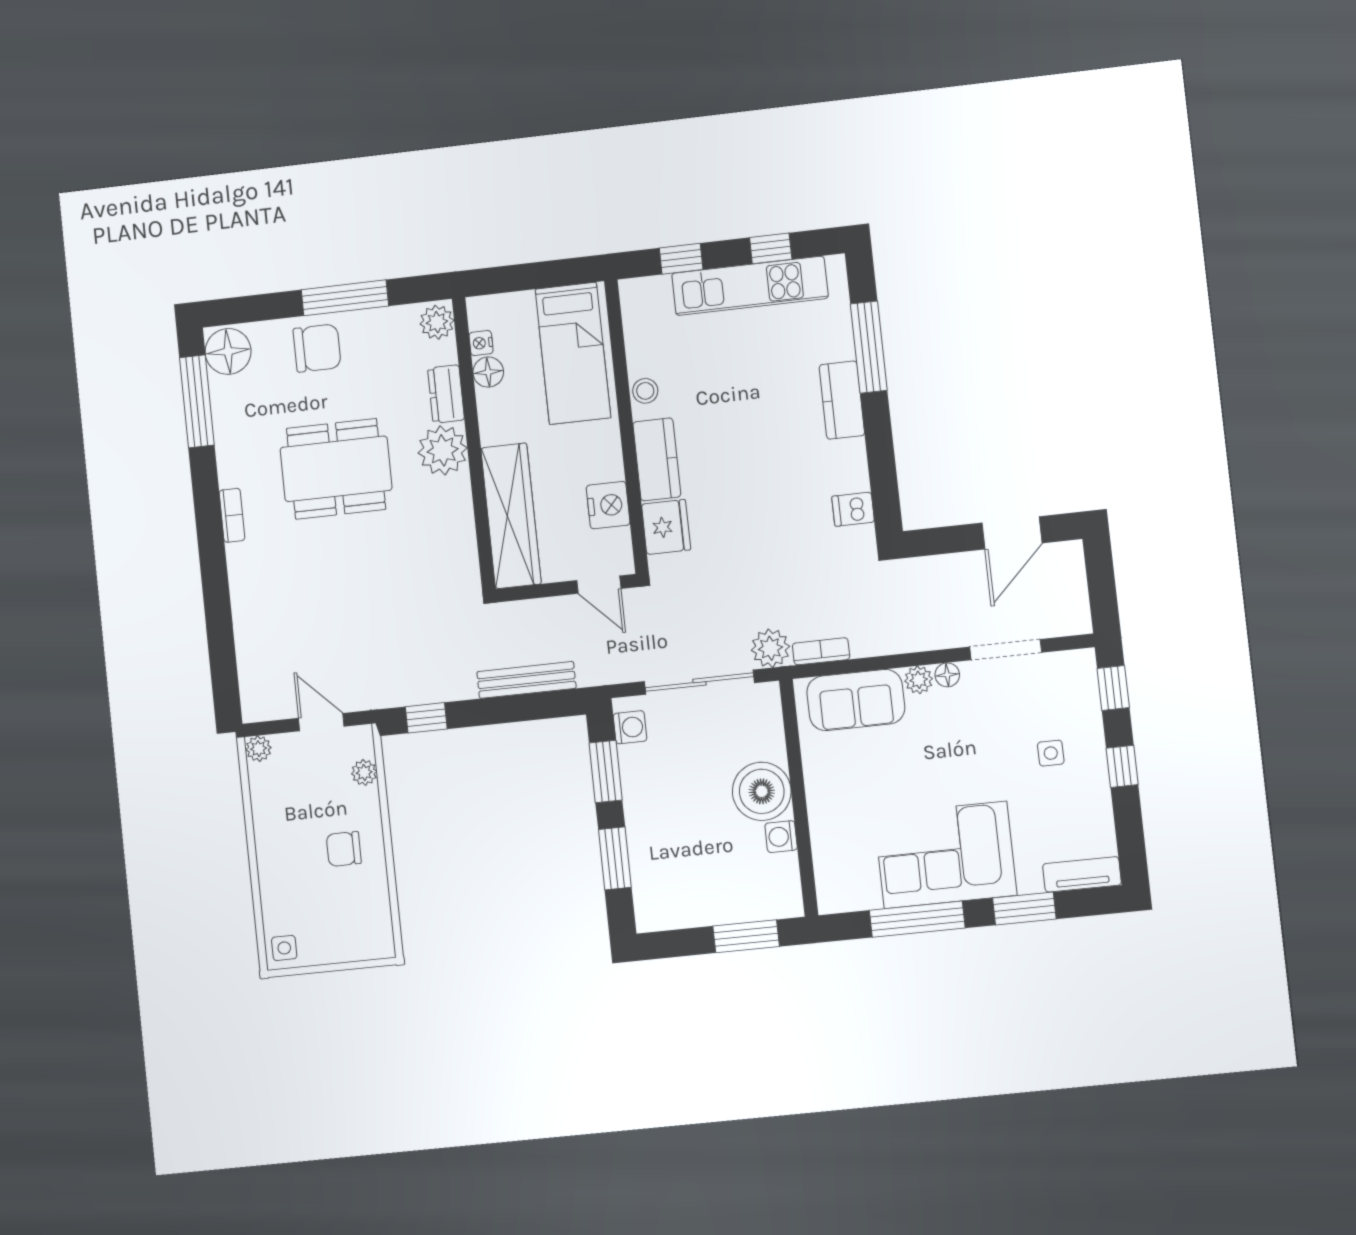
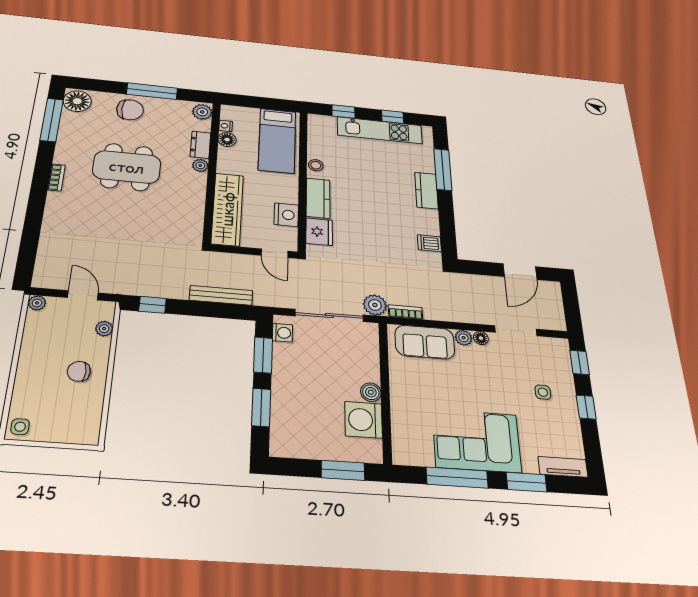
plant: (443, 450) -> (200, 165), width x0.53, depth x0.53
boiler: (762, 791) -> (371, 392), width x0.54, depth x0.54
washing machine: (781, 837) -> (363, 420), width x1.89, depth x1.89

